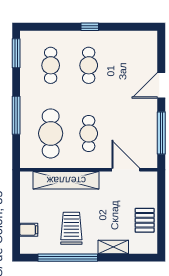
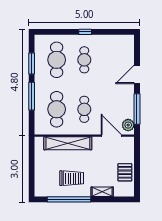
window: (16, 53) -> (32, 64), moved
cafe table: (51, 65) -> (57, 60), width x1.37, depth x1.35
plant: (149, 155) -> (128, 125), added
trolley: (71, 228) -> (72, 178), turned 90
filing cabinet: (29, 230) -> (41, 179), removed

